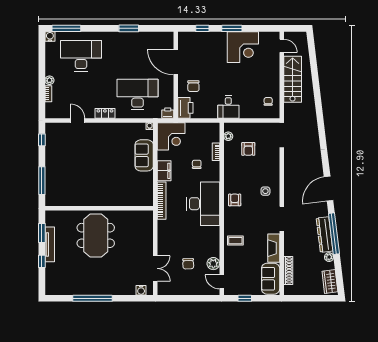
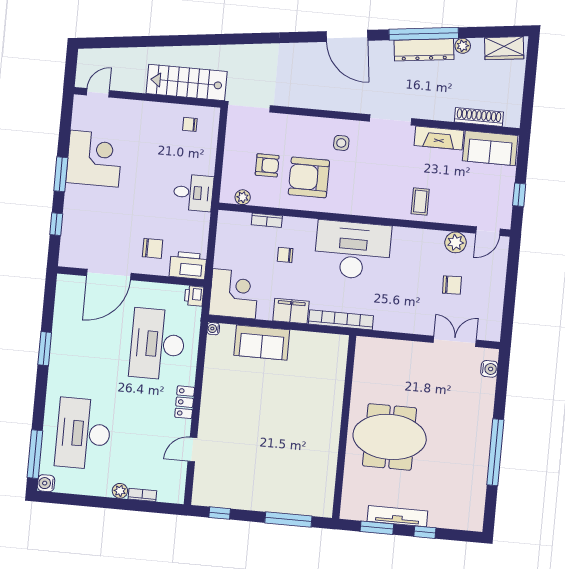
stairs: (293, 79) -> (187, 82), moved
armchair: (235, 200) -> (309, 177), moved, width x1.88, depth x1.88

